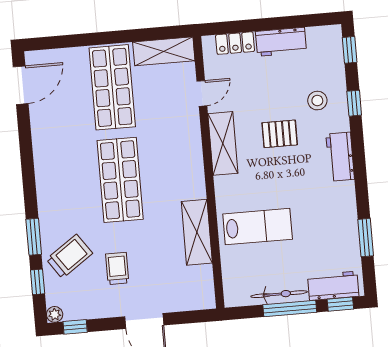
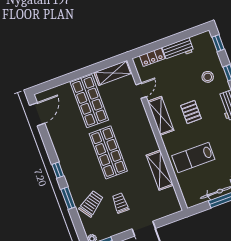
pallet: (280, 134) -> (191, 112), moved, turned 90
lab bench: (258, 227) -> (193, 158), turned 180
window: (38, 282) -> (58, 170), moved

